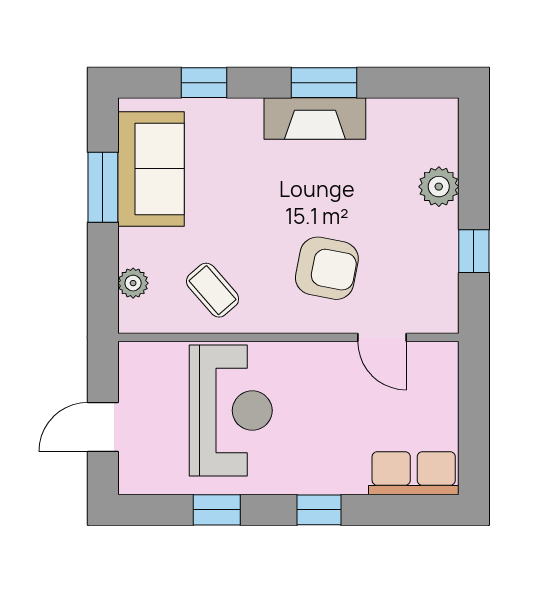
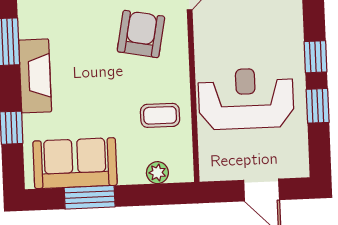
fireplace: (315, 119) -> (35, 76), moved
coffee table: (213, 290) -> (160, 115), turned 41
window: (319, 510) -> (316, 57), moved

